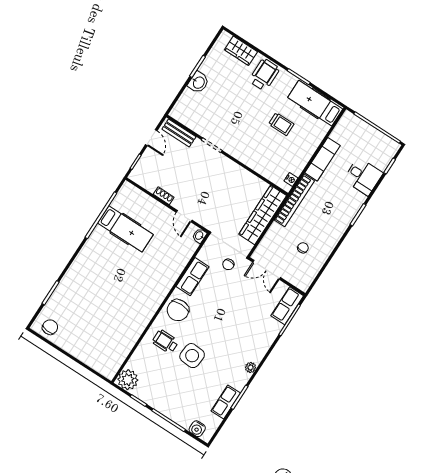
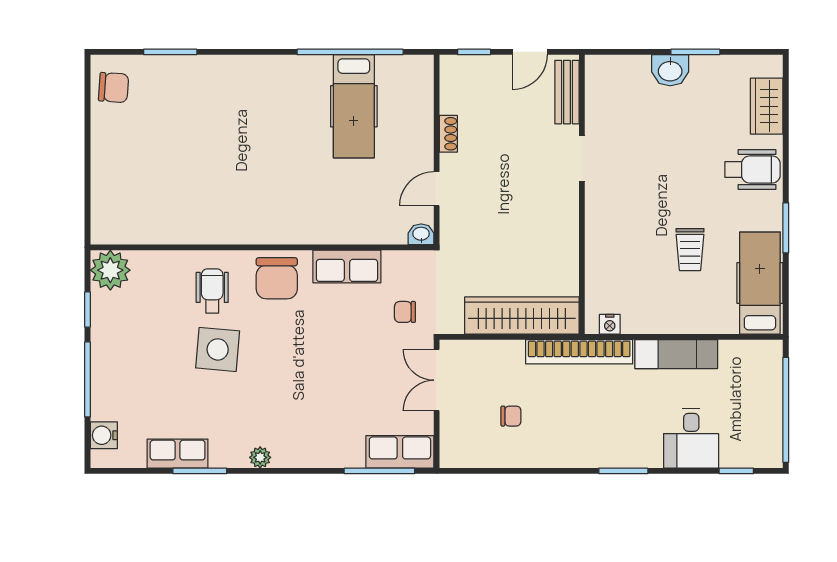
chair: (178, 310) -> (277, 278), turned -90

